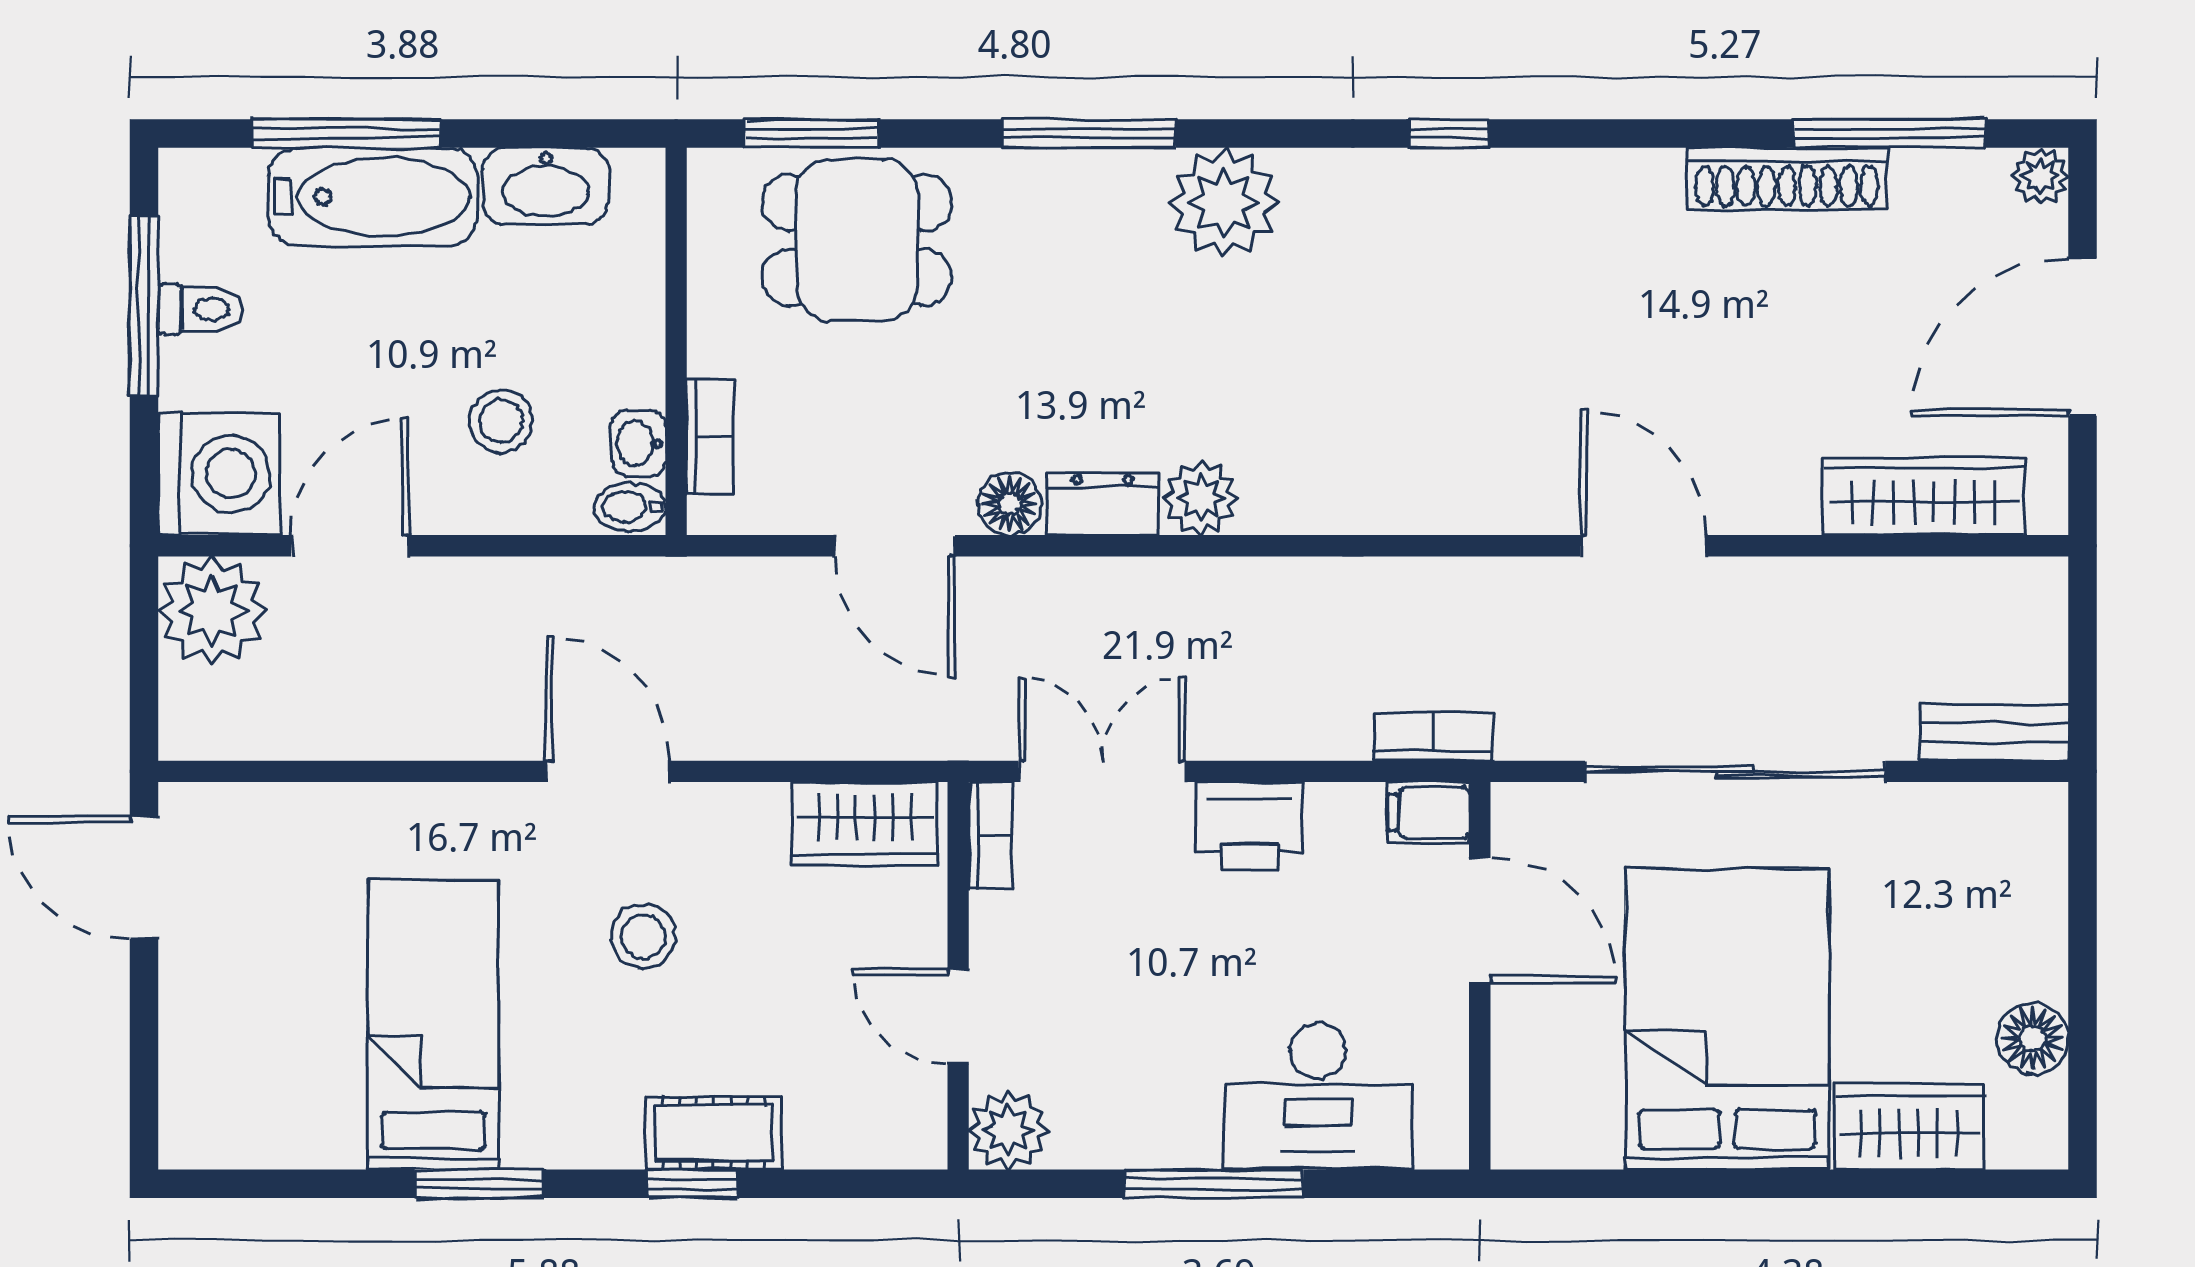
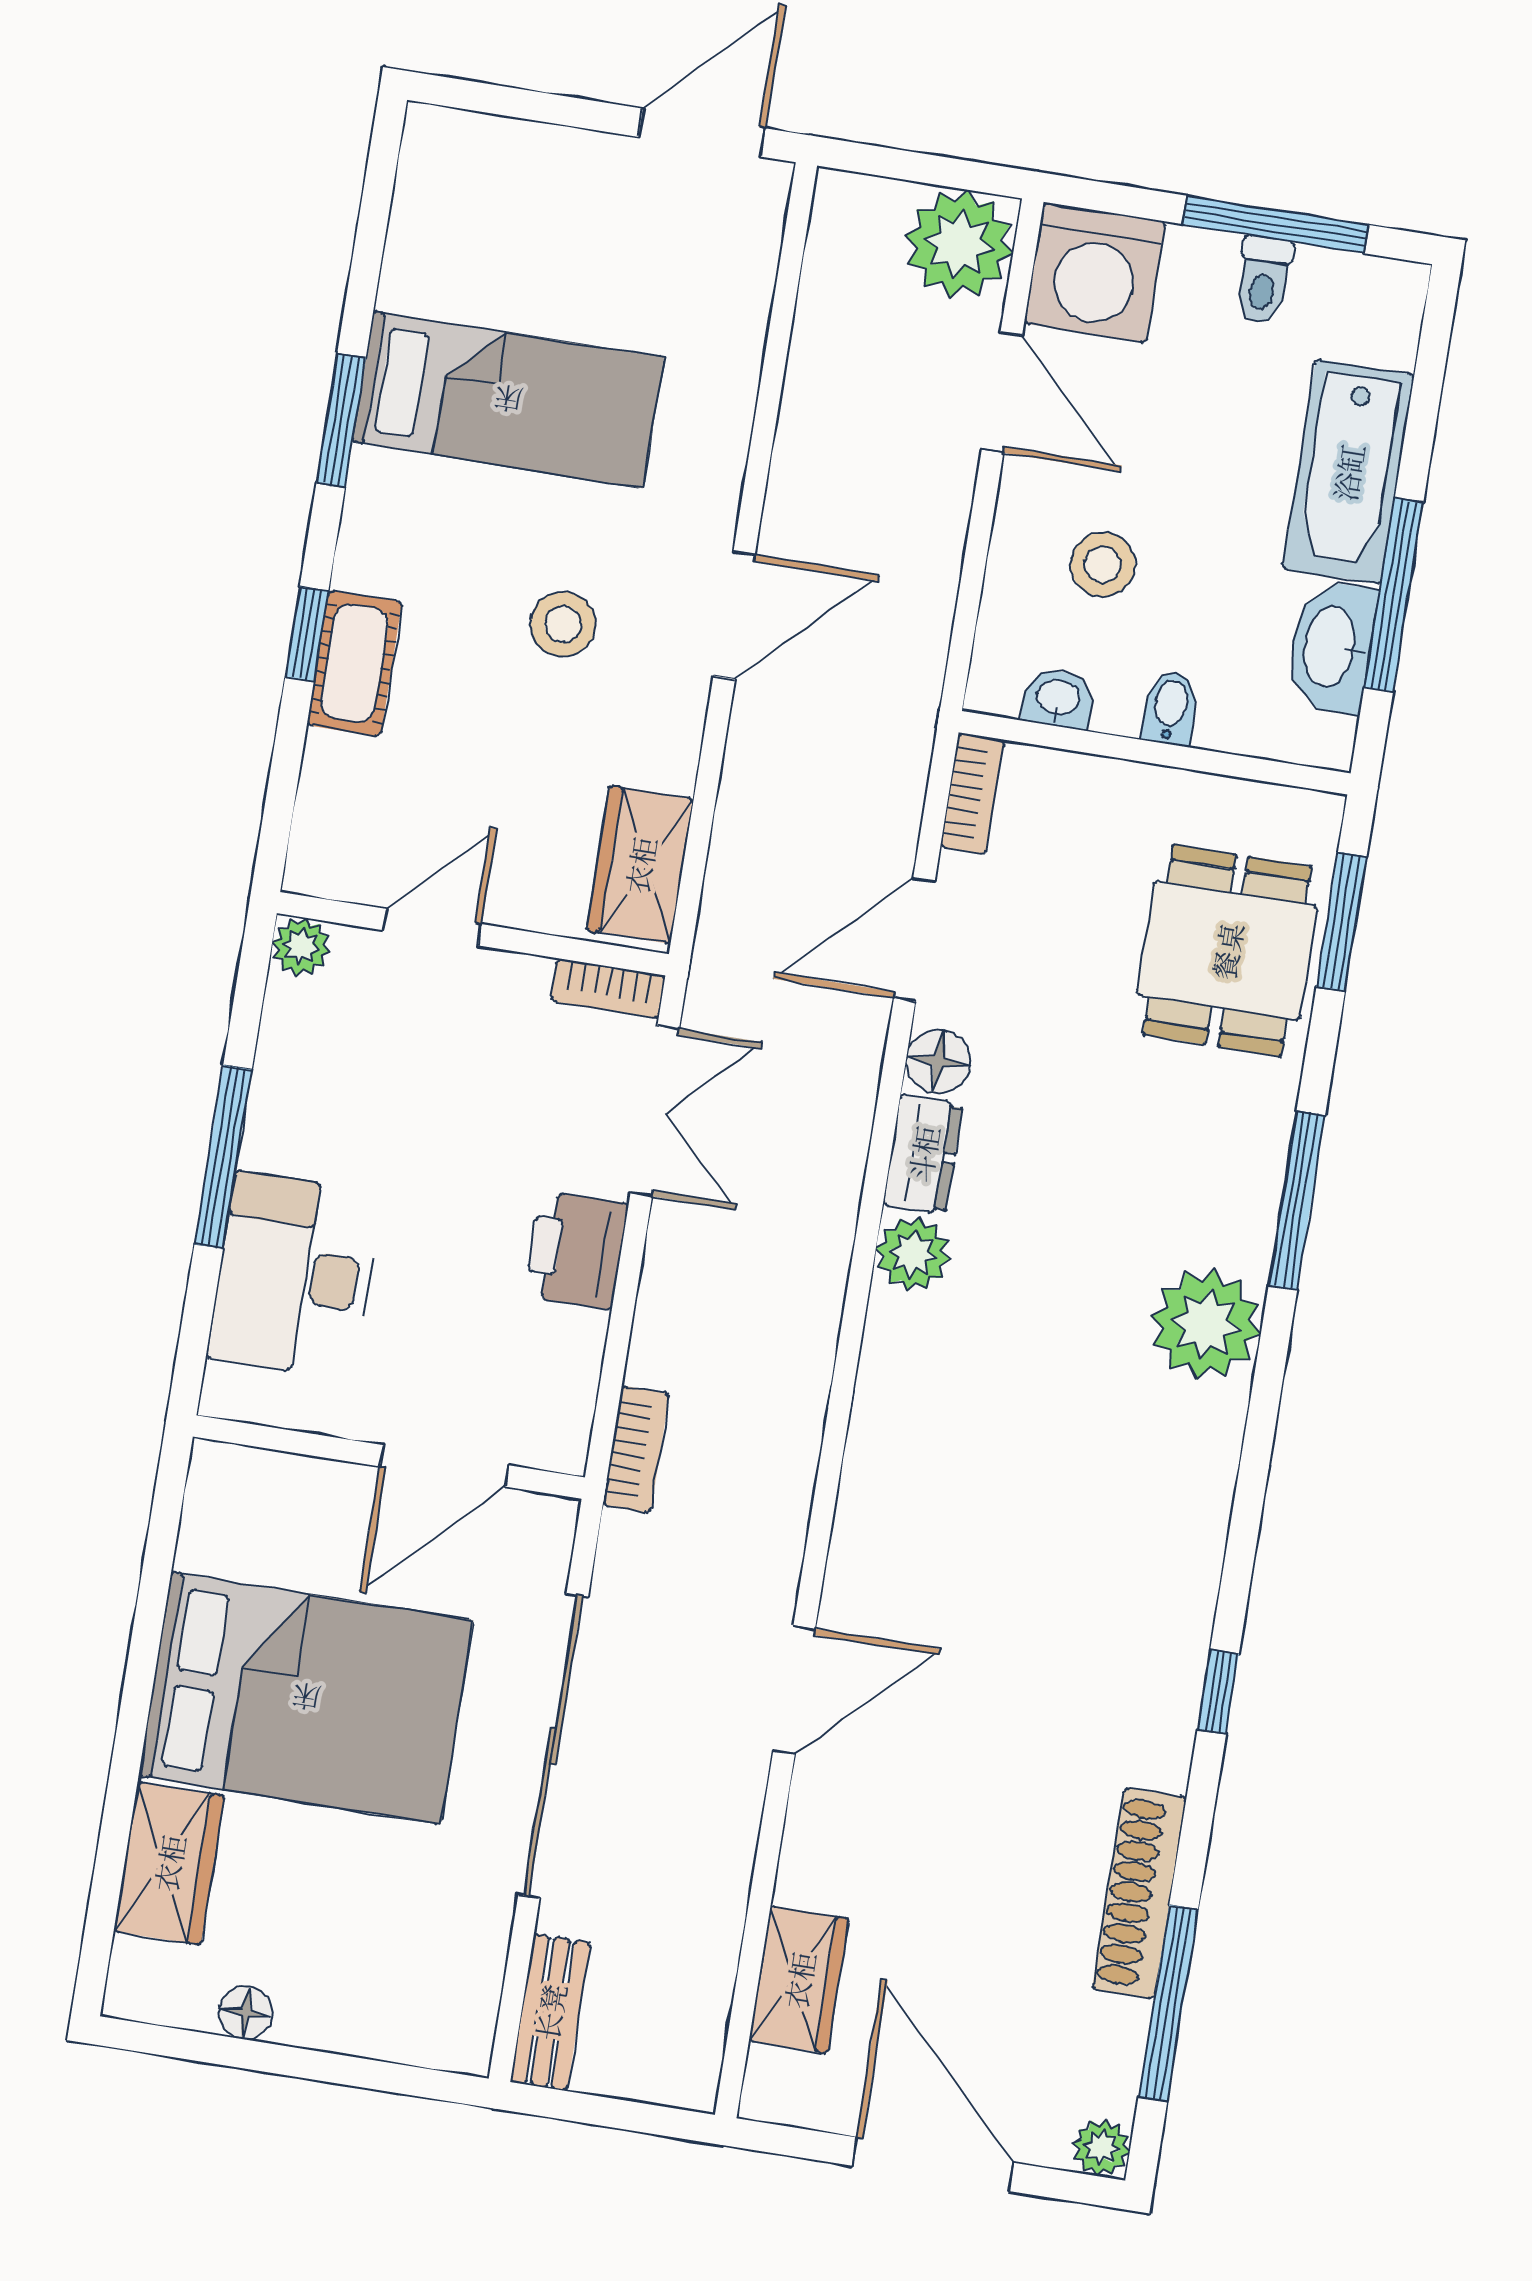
window: (347, 133) -> (1394, 595), moved
window: (1449, 133) -> (1218, 1692), moved
bookcase: (710, 437) -> (972, 793), moved, turned -90
wardrobe: (1924, 496) -> (799, 1980), width x0.67
bidet: (630, 507) -> (1170, 708), moved
filing cabinet: (1428, 813) -> (561, 1432), removed
floor lamp: (2033, 1038) -> (246, 2013), width x0.73, depth x0.73
plant: (1008, 1130) -> (301, 947), width x0.73, depth x0.73

